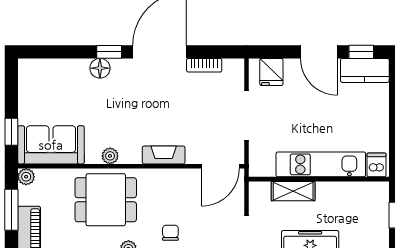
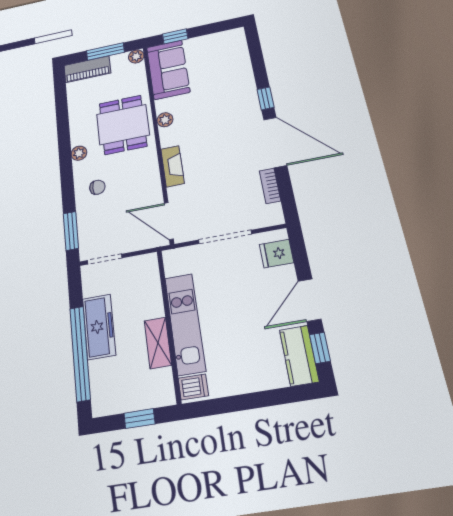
floor lamp: (100, 68) -> (248, 94), removed
shelving: (293, 191) -> (158, 343), moved

